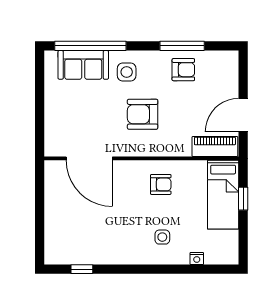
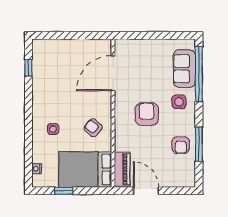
armchair: (161, 184) -> (93, 128), turned 130
bed: (223, 195) -> (85, 169), width x1.50
window: (243, 199) -> (64, 191), moved
nightstand: (197, 258) -> (37, 169), moved

